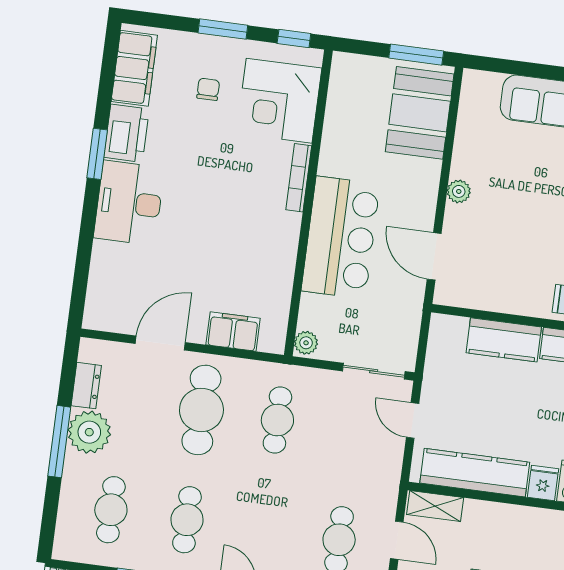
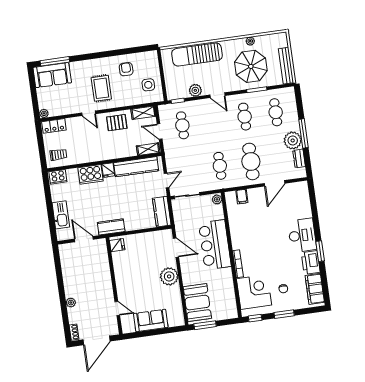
plant: (459, 191) -> (169, 276), width x1.88, depth x1.88
filing cabinet: (233, 331) -> (242, 197), width x0.50
kitchen counter: (504, 340) -> (162, 212), moved, turned -90
door: (413, 420) -> (166, 180), hinge flipped

